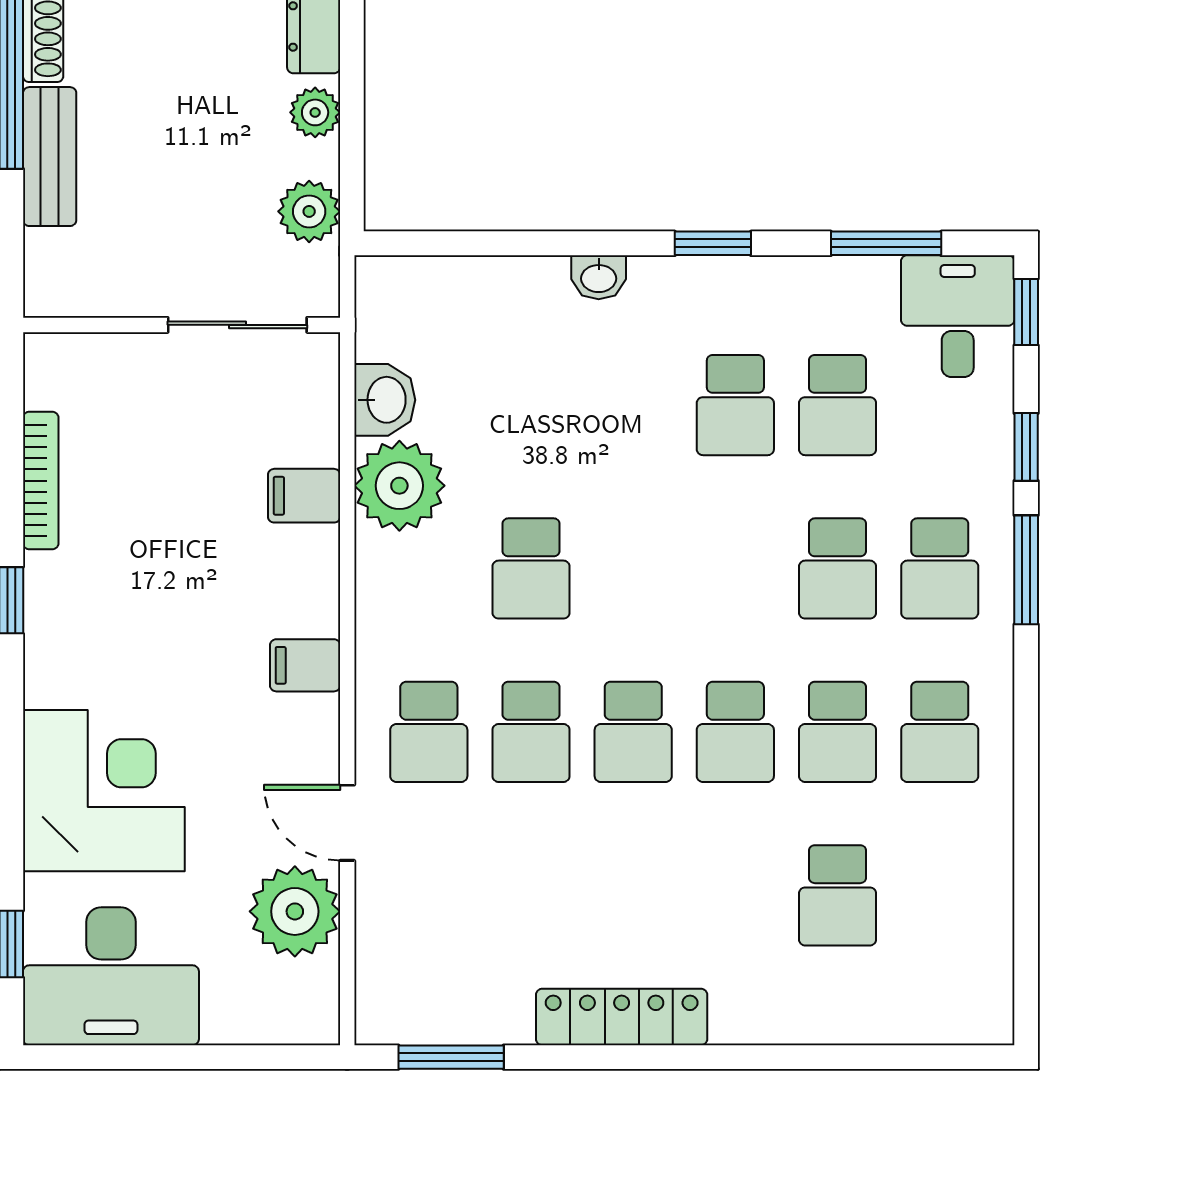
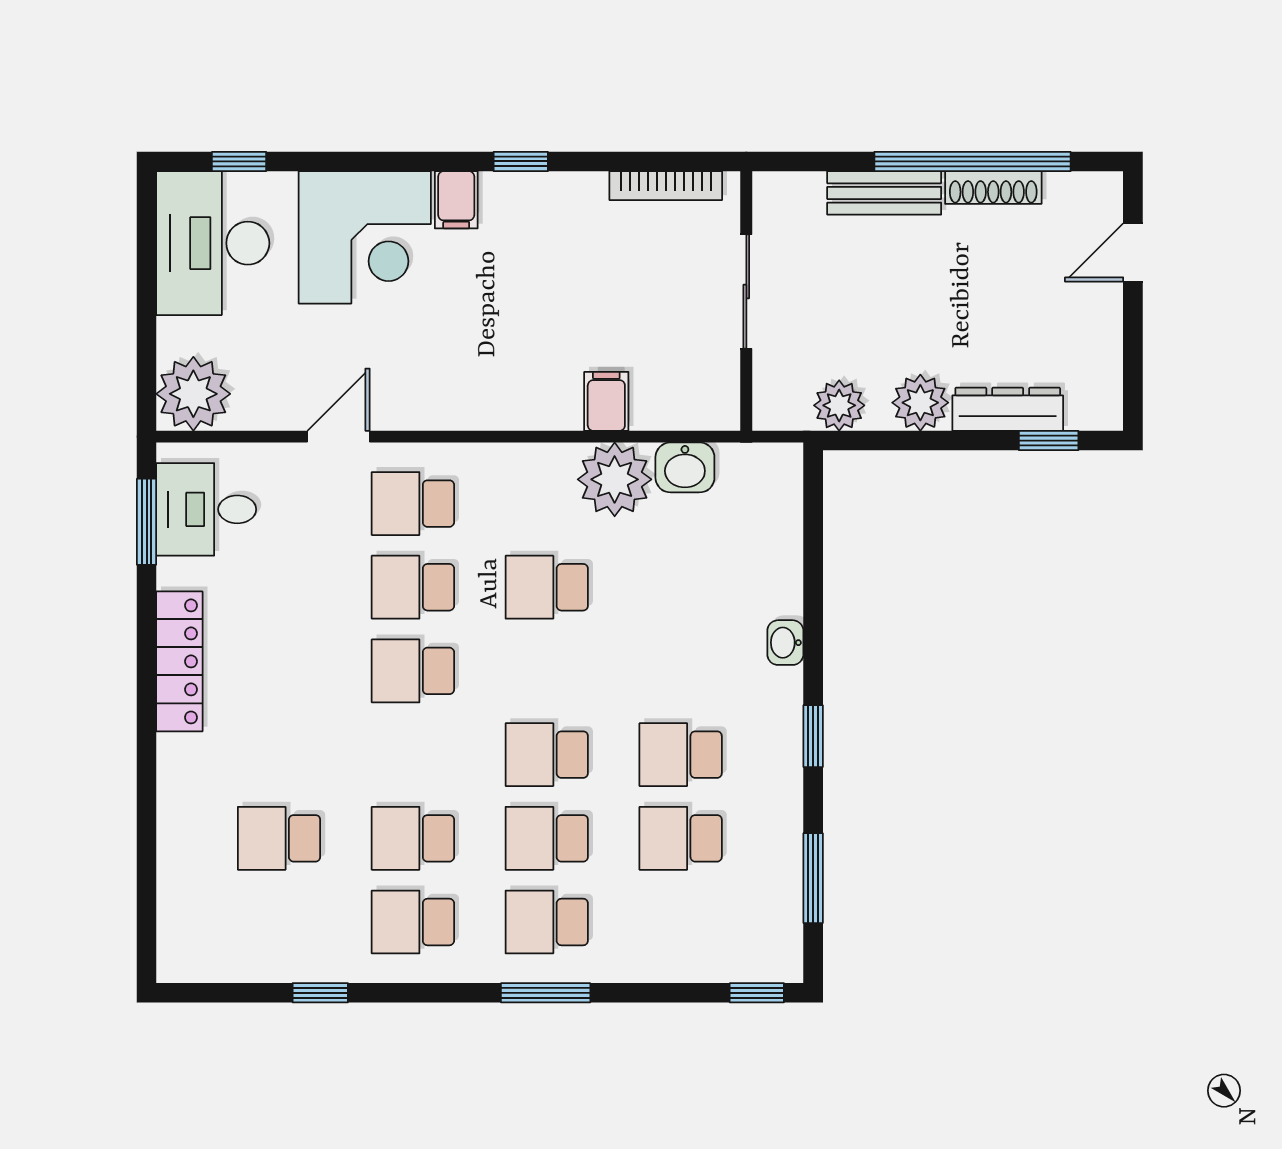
plant: (315, 112) -> (920, 403), width x1.38, depth x1.38
desk: (958, 316) -> (206, 509), moved, turned 180
sliding door: (237, 325) -> (746, 291), moved
window: (1026, 447) -> (320, 993), moved
bookcase: (41, 481) -> (666, 186), moved
filing cabinet: (305, 665) -> (456, 200), moved, turned 180
school desk: (735, 732) -> (547, 755), moved
plant: (295, 911) -> (193, 394), moved

